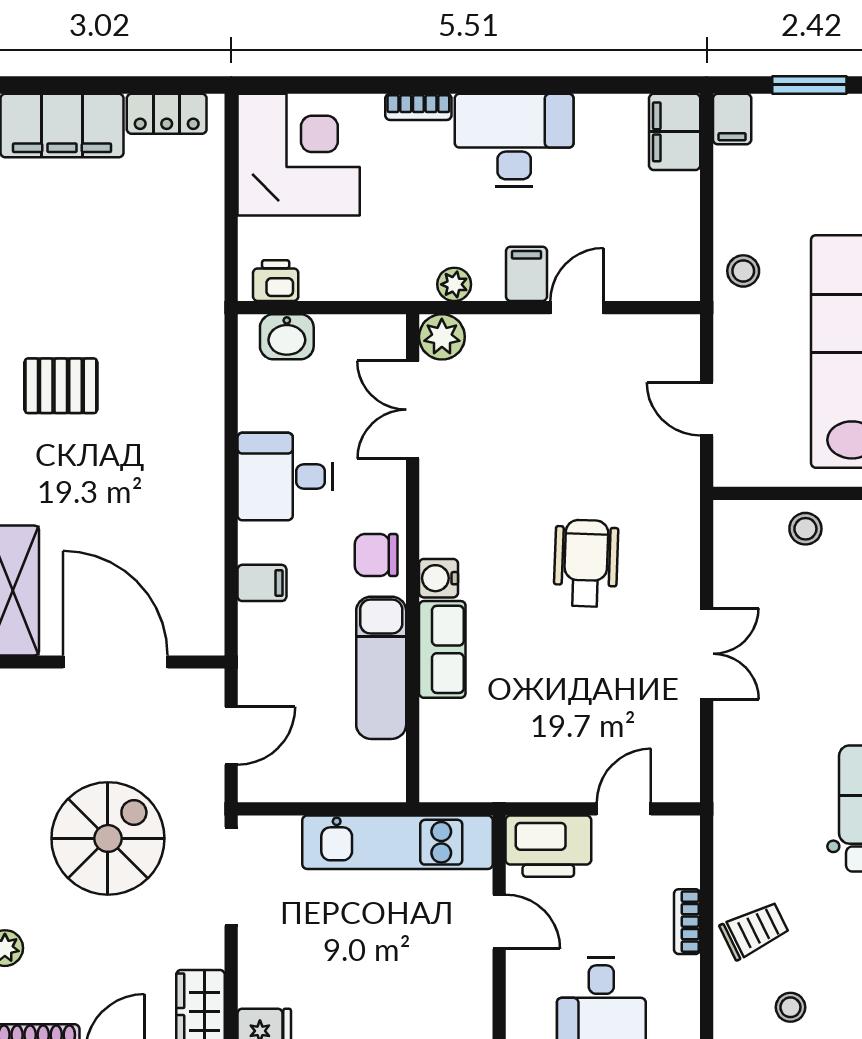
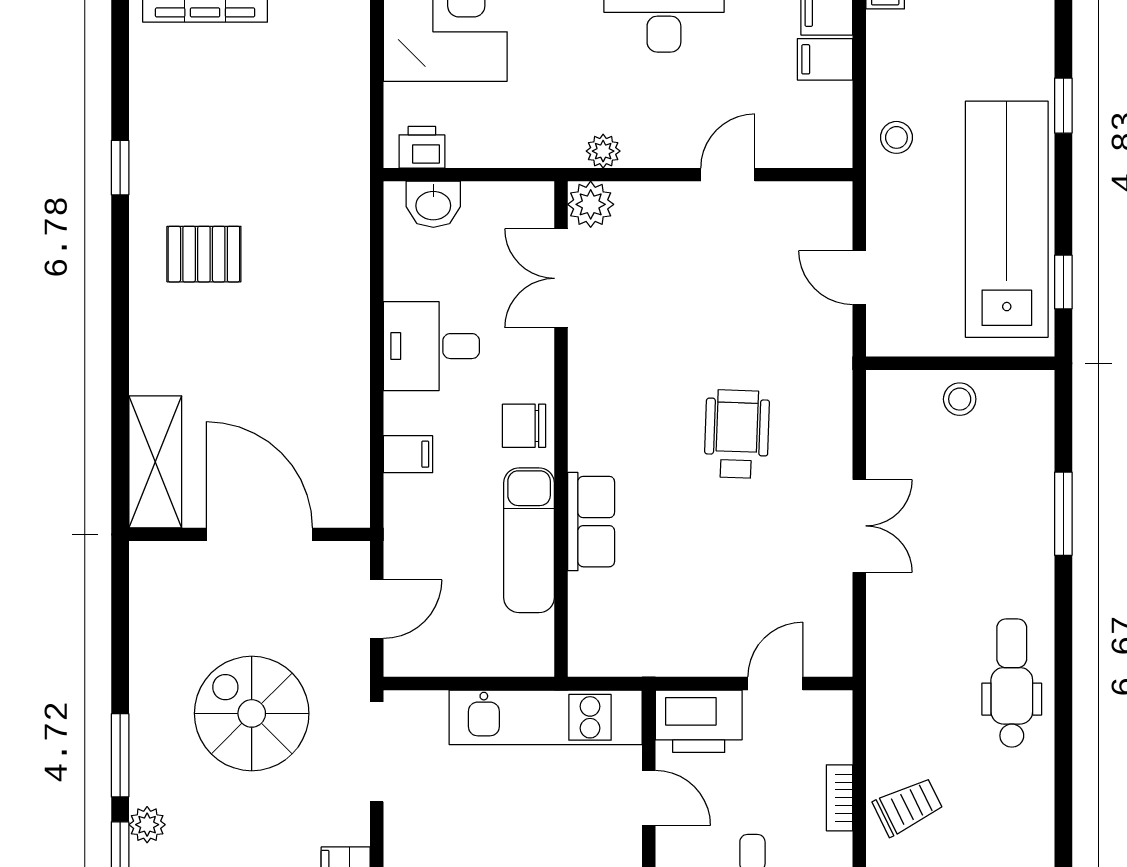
filing cabinet: (526, 274) -> (825, 59), moved, turned -90
water cooler: (438, 578) -> (587, 449), removed
spiral stairs: (108, 838) -> (252, 713), turned -90

